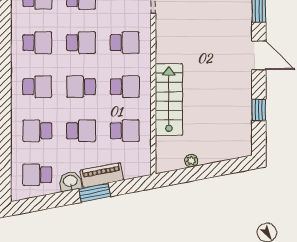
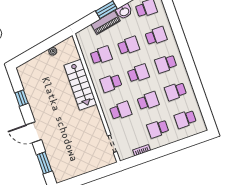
school desk: (81, 43) -> (148, 101), turned 180
school desk: (125, 43) -> (121, 111), turned 180
school desk: (81, 131) -> (129, 46), turned 180
school desk: (125, 131) -> (101, 55), turned 180

